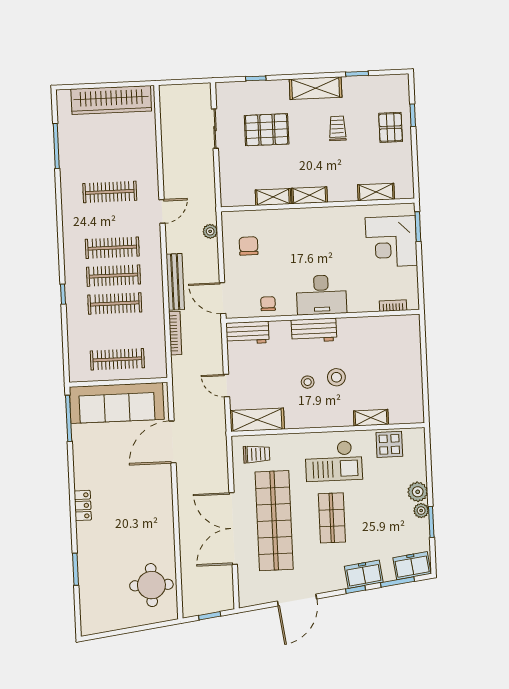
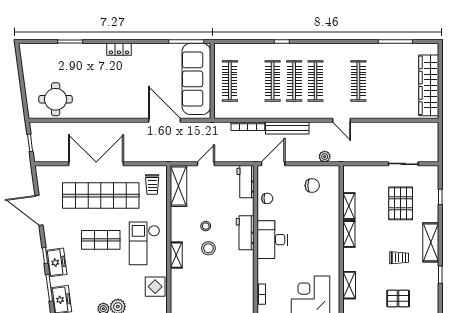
shelving: (371, 418) -> (176, 255), moved

